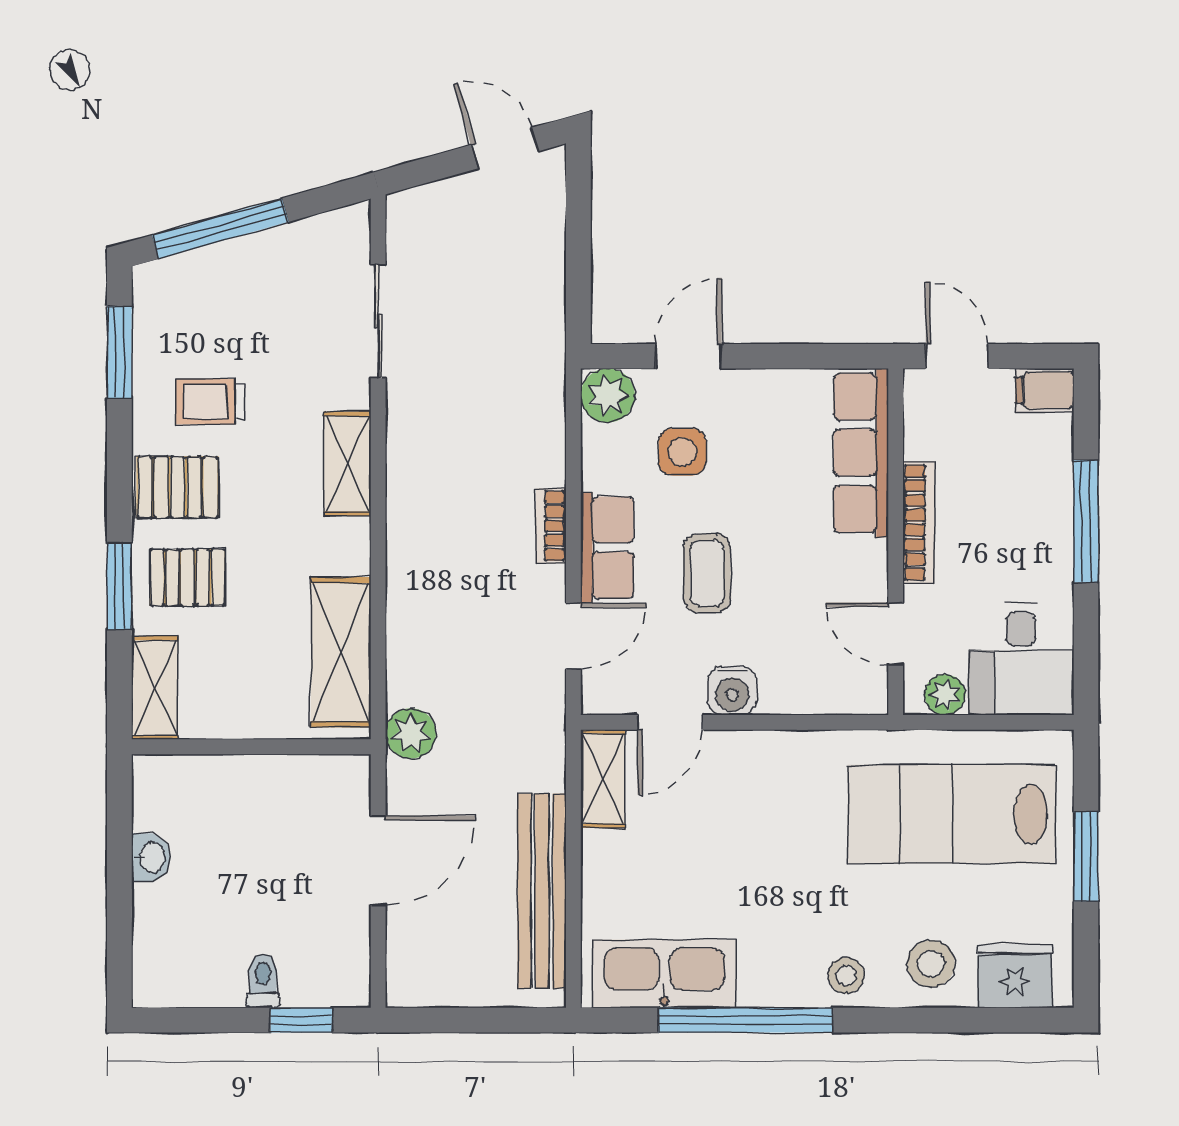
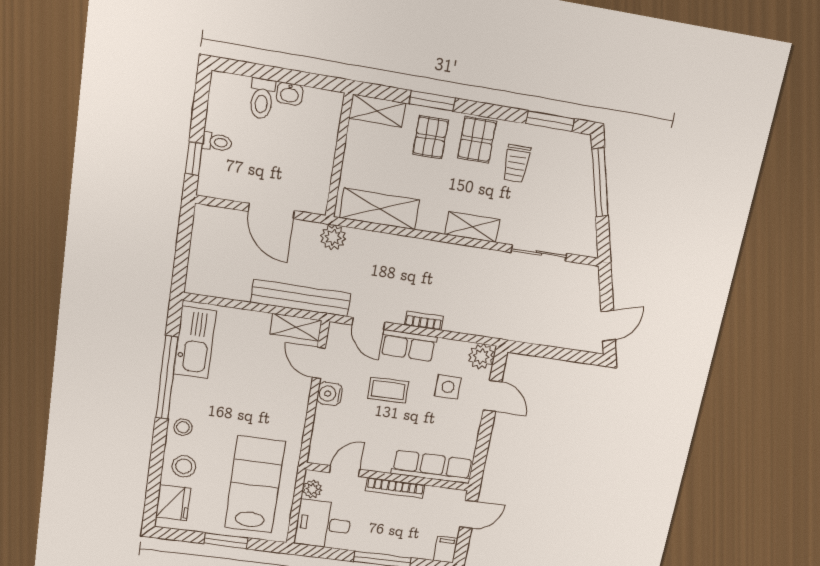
trolley: (210, 402) -> (516, 163), turned 180
bench: (542, 891) -> (301, 298), moved
toilet: (169, 908) -> (262, 99), added

